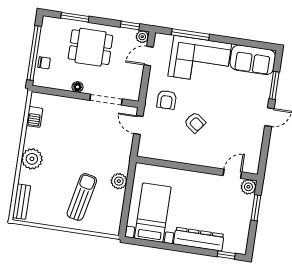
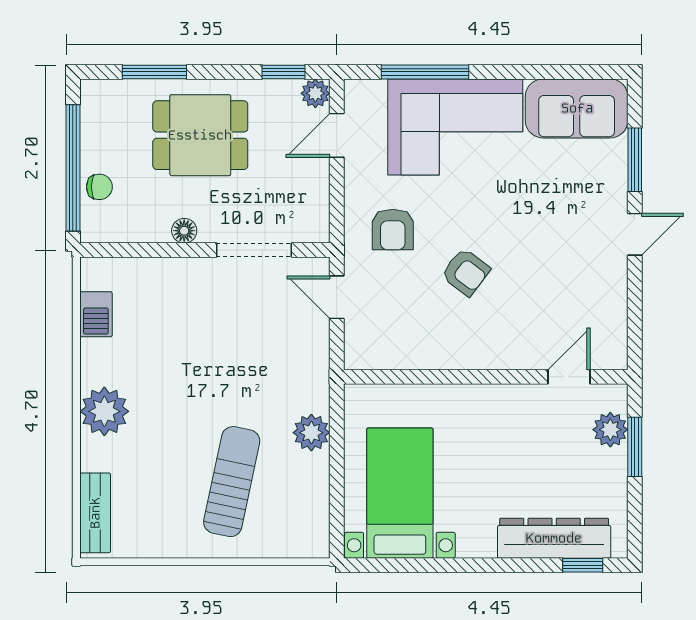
plant: (248, 187) -> (610, 430), moved
dresser: (199, 239) -> (554, 538), moved

